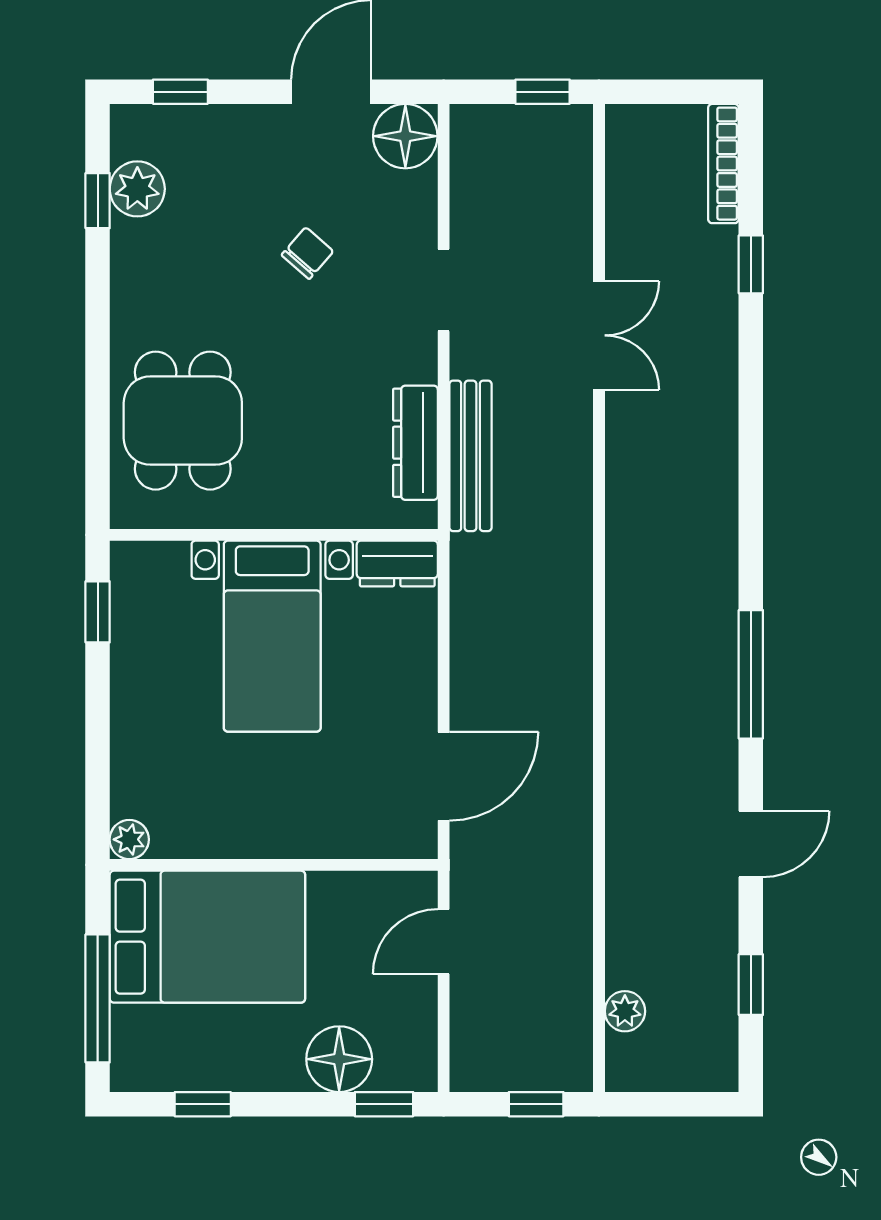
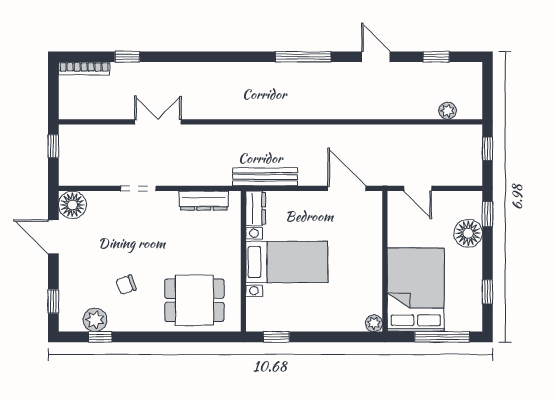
chair: (307, 253) -> (126, 285), moved, turned -61
bench: (471, 456) -> (265, 177), moved

